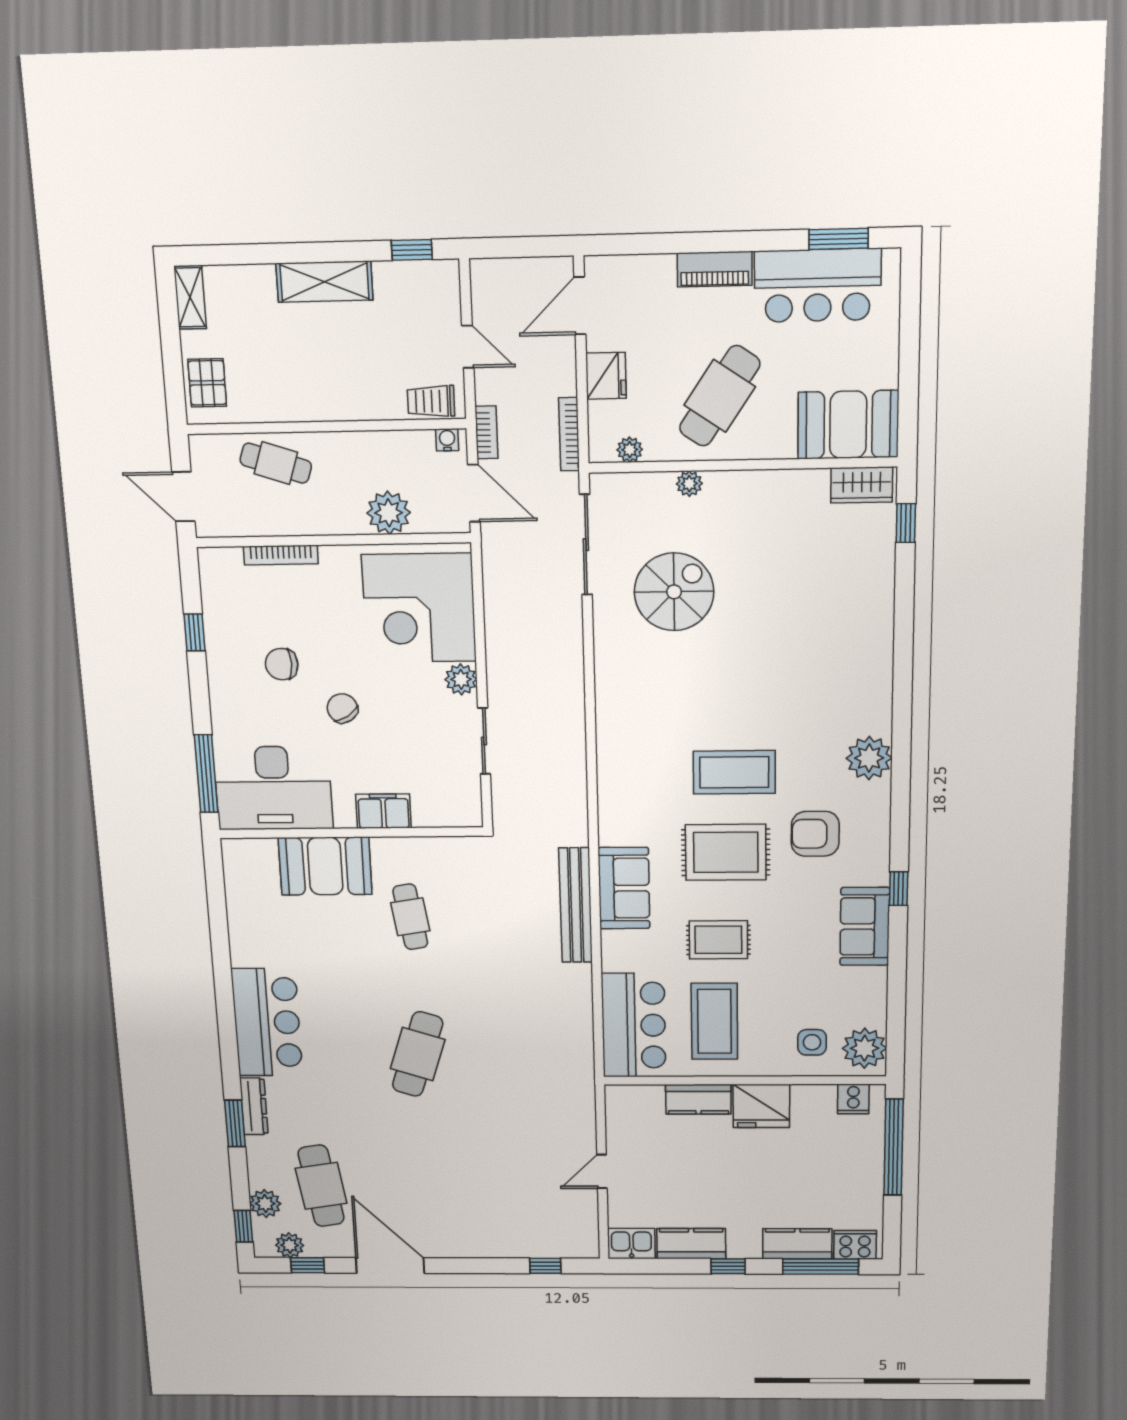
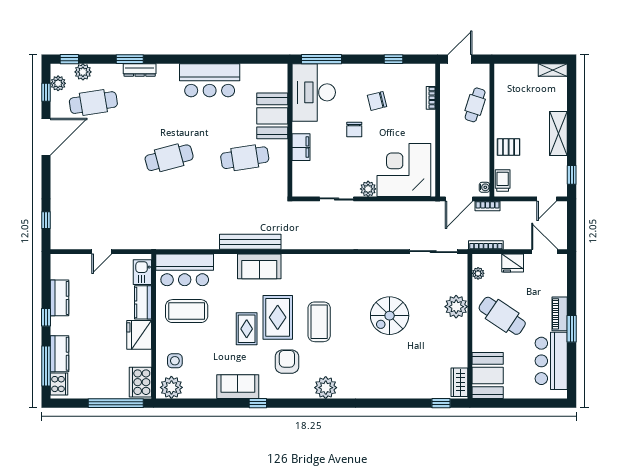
window: (839, 239) -> (572, 329), moved
door: (468, 347) -> (547, 199), moved
pallet: (207, 383) -> (509, 147), moved
plant: (689, 484) -> (456, 307), width x1.87, depth x1.87
plant: (389, 513) -> (450, 158), removed
bookcase: (281, 555) -> (431, 98), width x0.64
spiral stairs: (674, 592) -> (390, 316), moved, turned 90
chair: (282, 664) -> (377, 101), turned -104
chair: (342, 708) -> (354, 130), turned 123
cafe table: (410, 917) -> (245, 158), width x1.37, depth x1.35
rug: (718, 940) -> (247, 329), moved
bar counter: (267, 1022) -> (210, 80), moved
cafe table: (418, 1054) -> (169, 158), turned -33
cooker: (853, 1099) -> (140, 382), width x1.87, depth x1.31
door: (602, 1171) -> (102, 252), swing flipped
kitchen sink: (631, 1244) -> (142, 272), moved, turned 180

